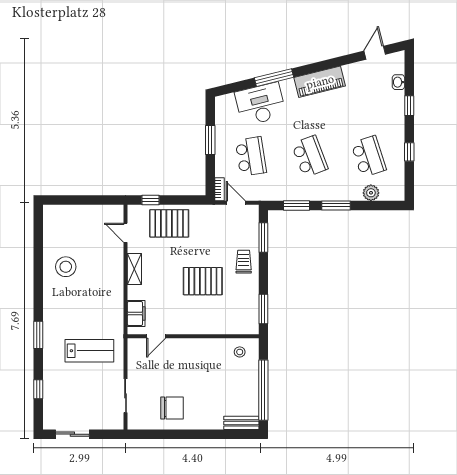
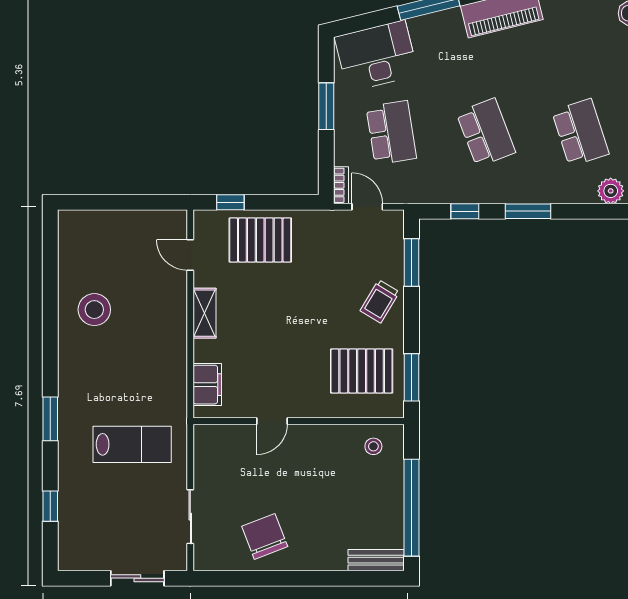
desk: (260, 104) -> (376, 56), moved
plant: (371, 193) -> (611, 191), moved
window: (297, 205) -> (465, 211), width x0.67
trolley: (244, 262) -> (380, 301), turned -149
pallet: (203, 281) -> (362, 371), moved
door: (156, 336) -> (272, 421), moved
chair: (172, 408) -> (265, 536), turned -111
sliding door: (72, 434) -> (137, 578), moved

